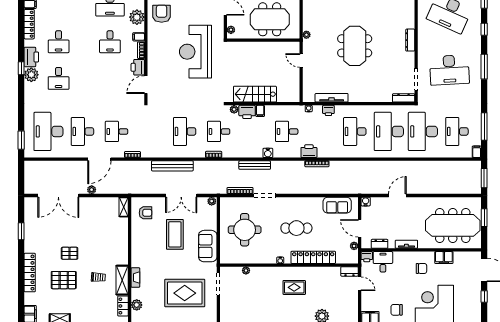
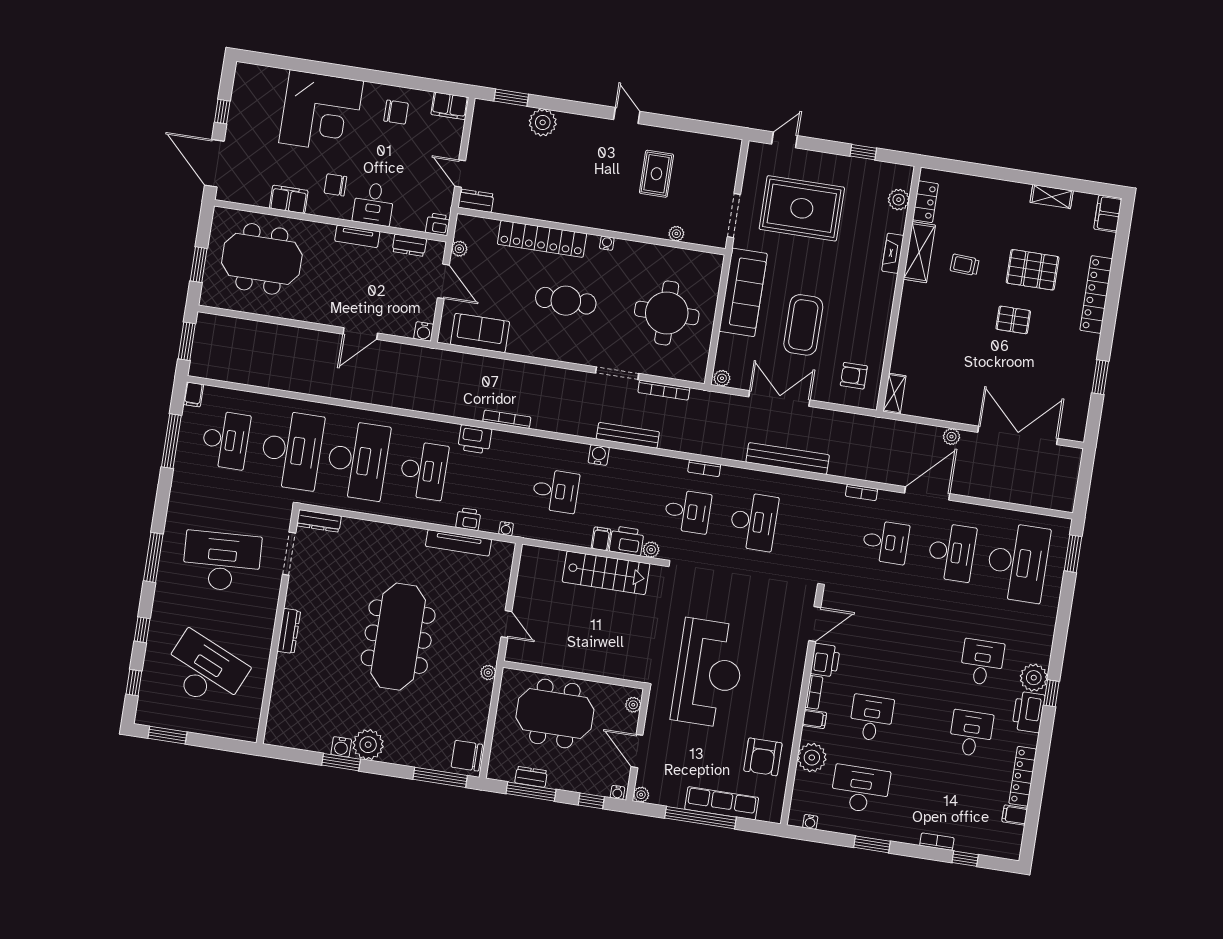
meeting table: (355, 46) -> (398, 637), width x1.36
printer: (309, 151) -> (475, 439), moved
meeting table: (453, 225) -> (262, 259), width x0.73
sofa: (208, 246) -> (743, 292), width x1.36
desk: (383, 262) -> (374, 204), moved
rug: (294, 287) -> (656, 174), moved, turned 90

